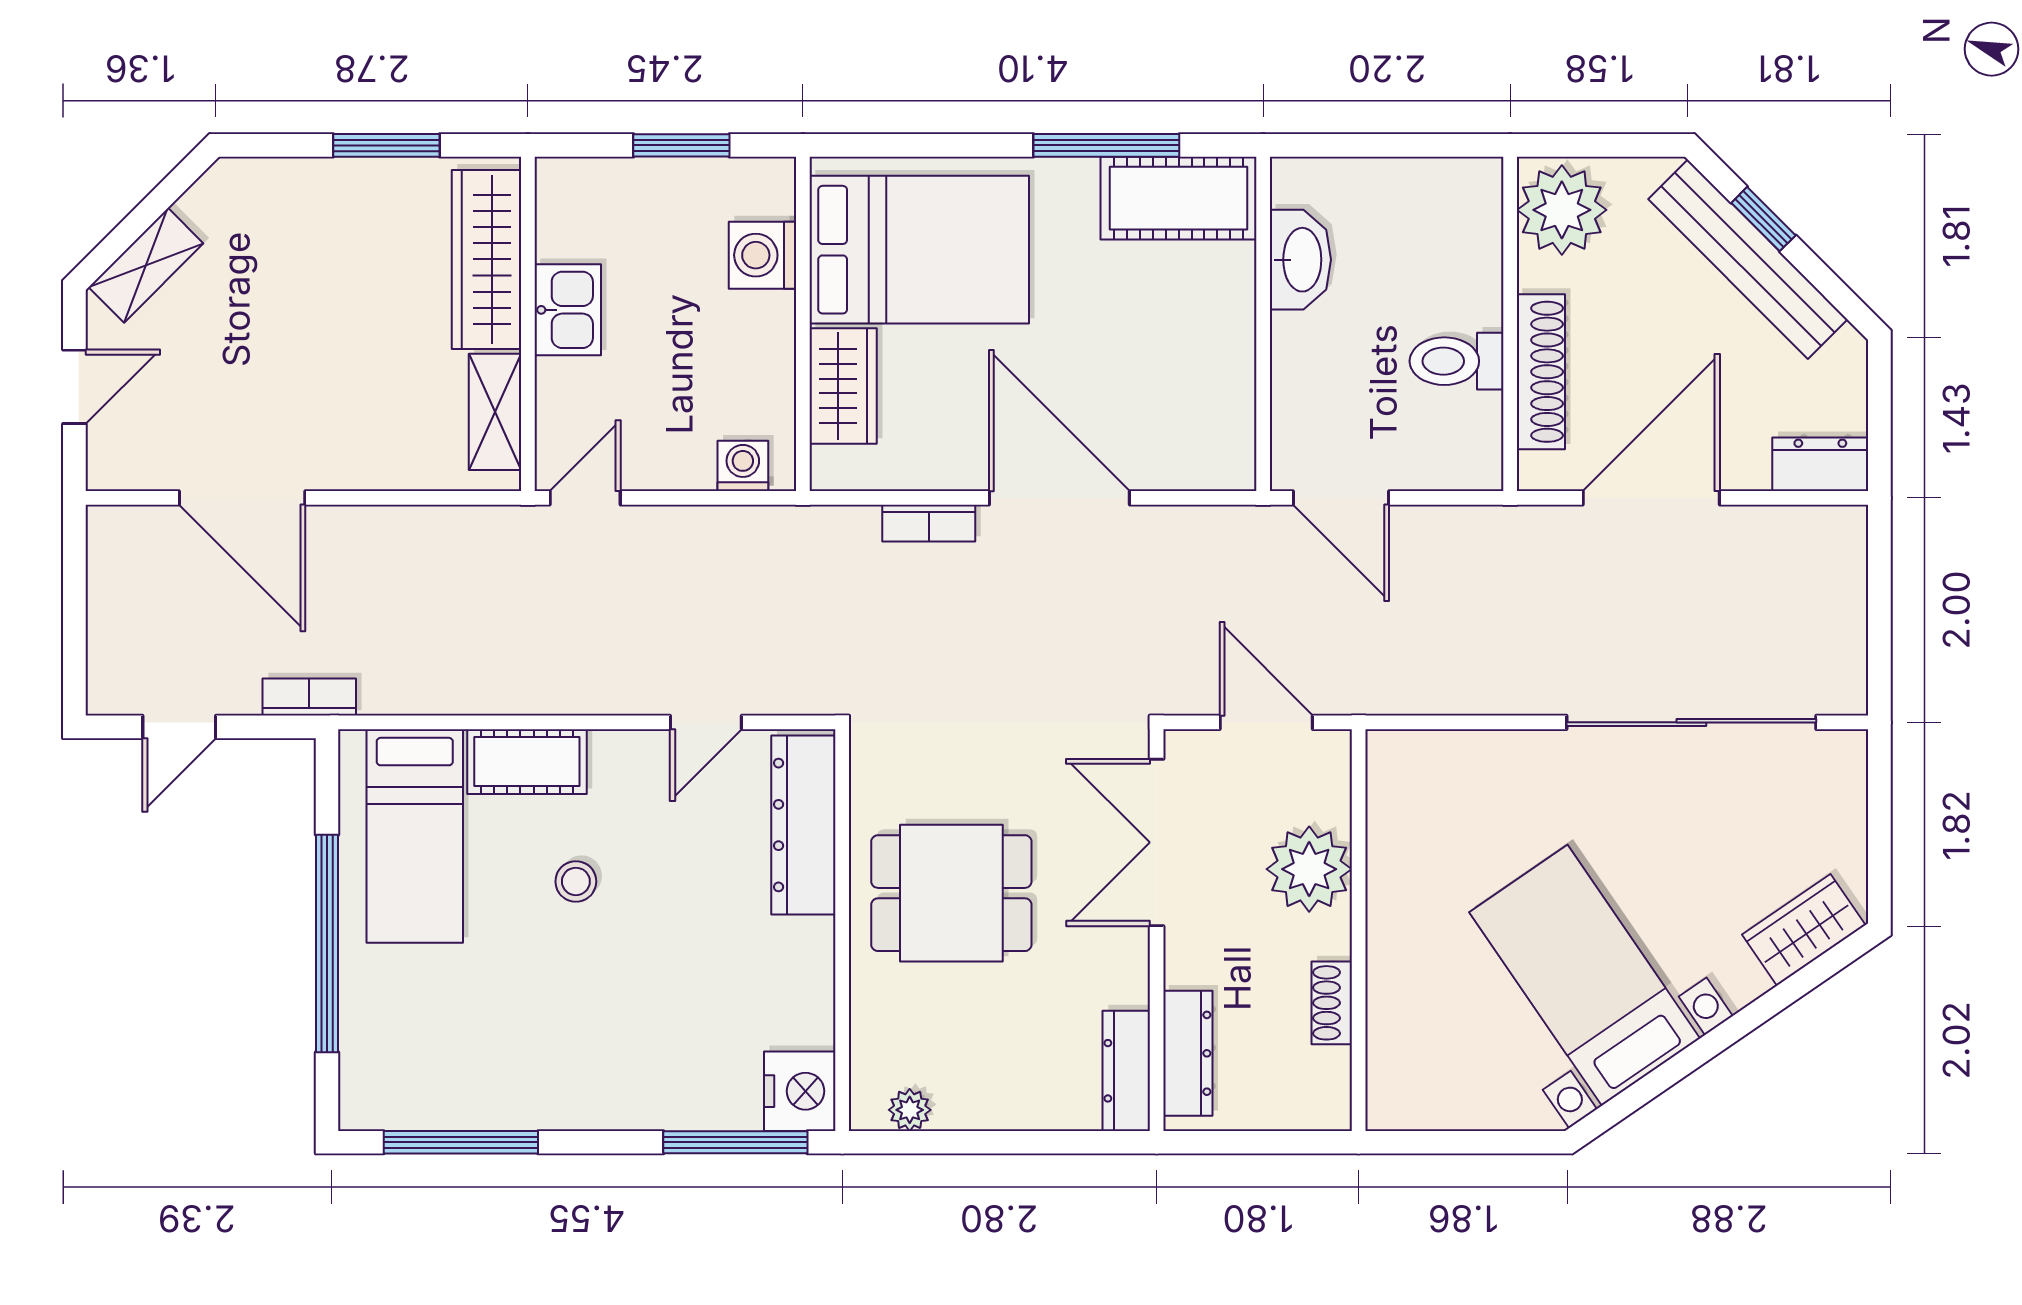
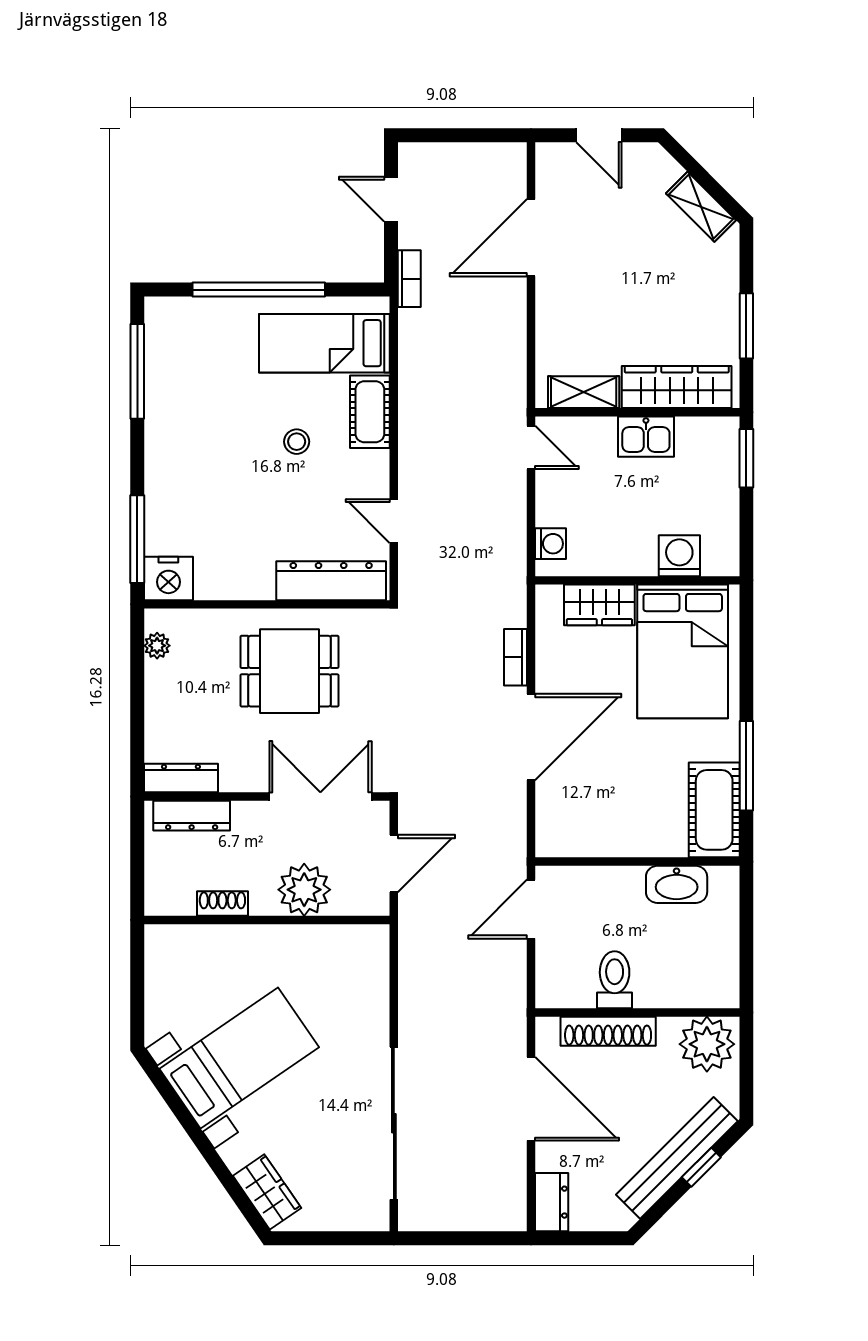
window: (681, 145) -> (746, 458), moved
shelving: (146, 265) -> (701, 207), moved
dining table: (951, 893) -> (289, 671), turned 90

